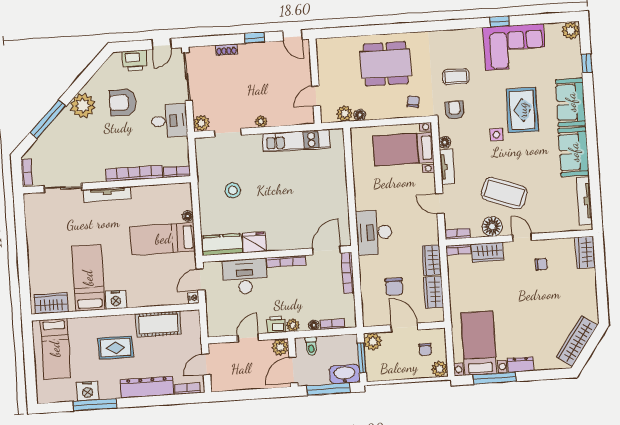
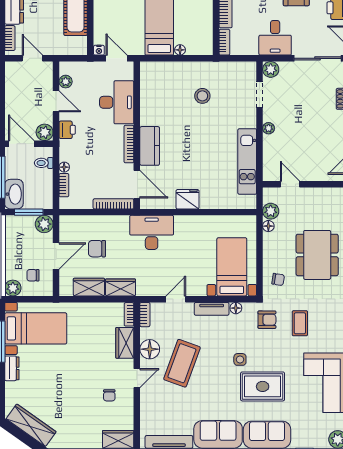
fridge: (254, 242) -> (187, 199), moved, turned -90
kitchen counter: (222, 245) -> (150, 146), moved
plant: (293, 325) -> (66, 82), moved

